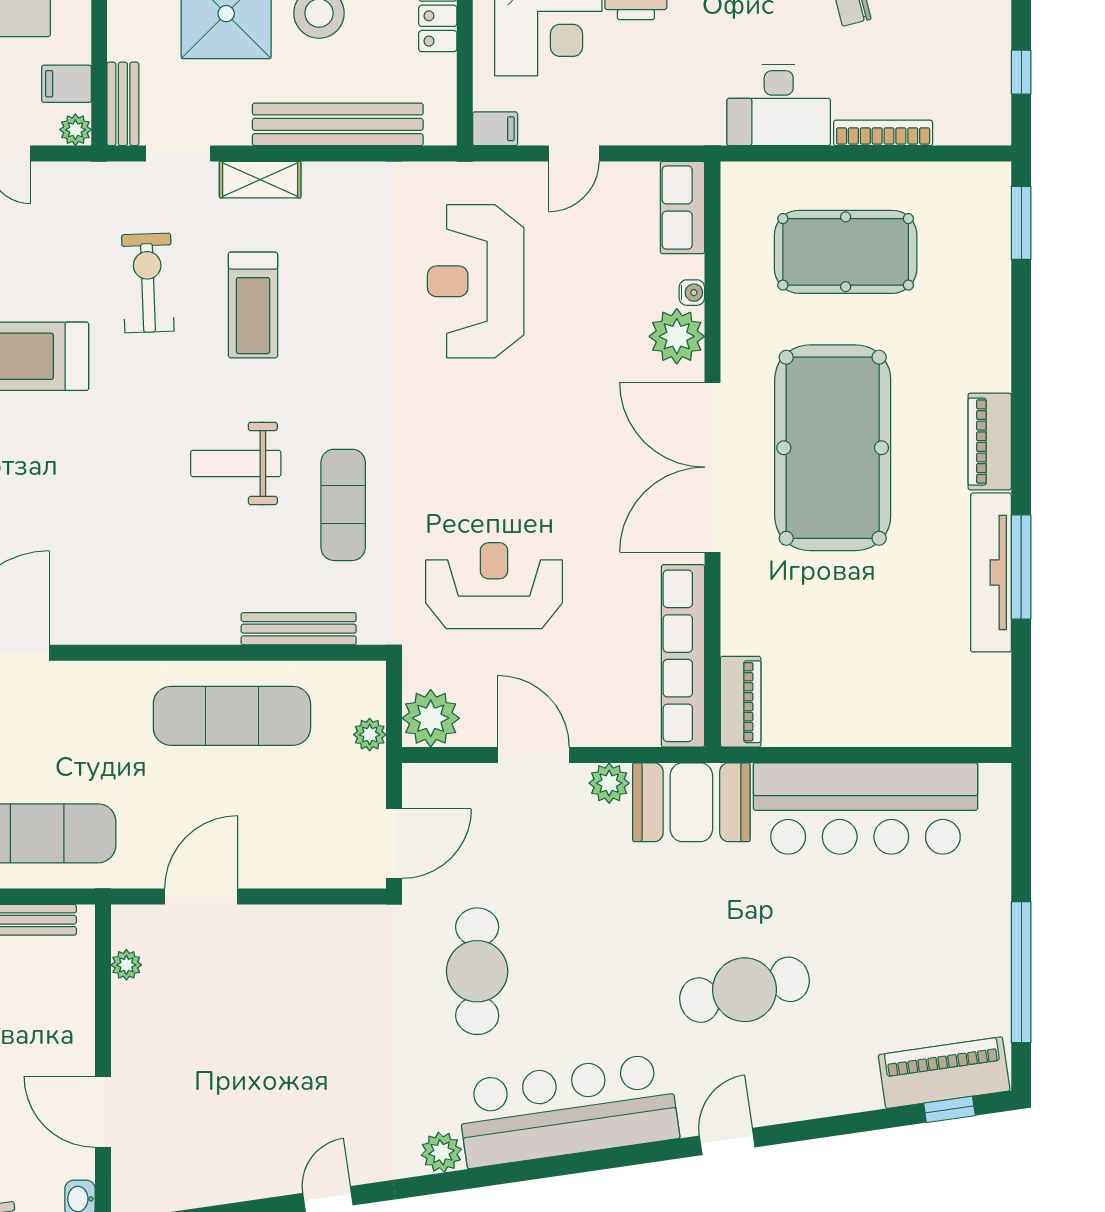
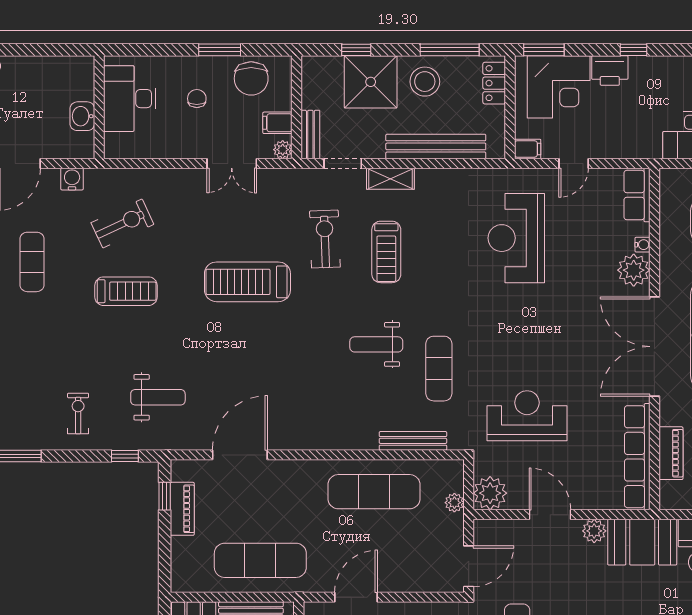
piano: (741, 702) -> (671, 453), moved

